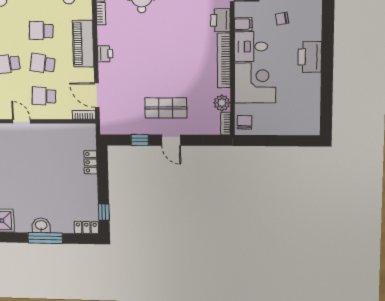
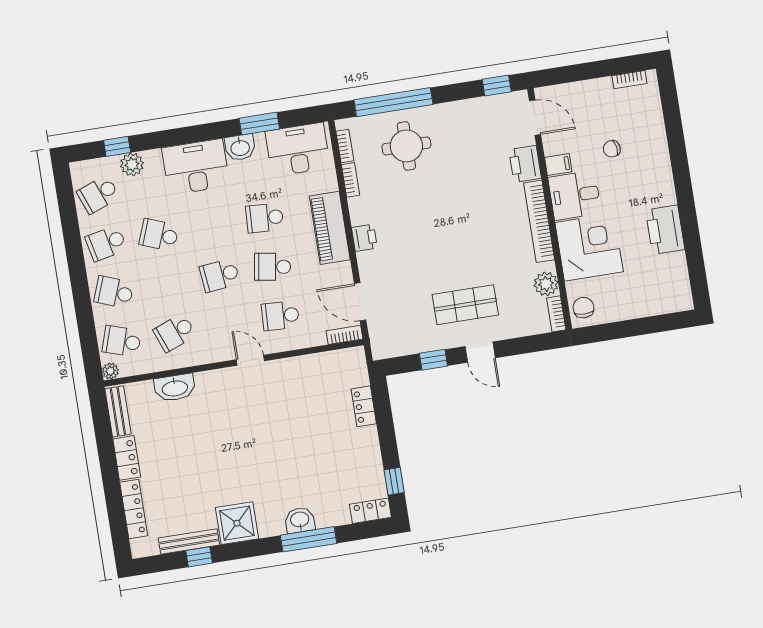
printer: (310, 57) -> (665, 230), moved

